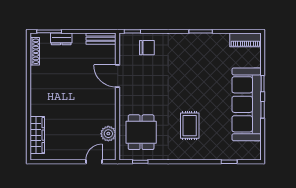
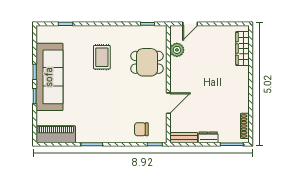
dresser: (61, 39) -> (208, 137), moved
piano: (245, 40) -> (56, 134), width x1.37, depth x1.33
door: (118, 76) -> (168, 103), hinge flipped
dining table: (141, 132) -> (147, 62), moved, turned 90

